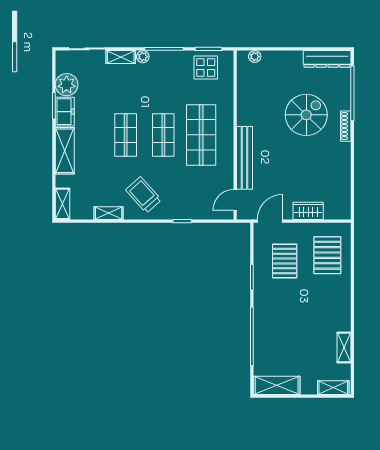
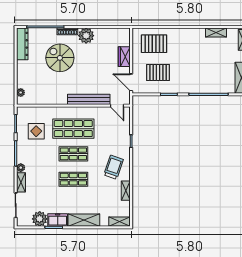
display table: (206, 68) -> (36, 131), moved
plant: (339, 154) -> (86, 36), added
trolley: (143, 195) -> (114, 167), turned 151

